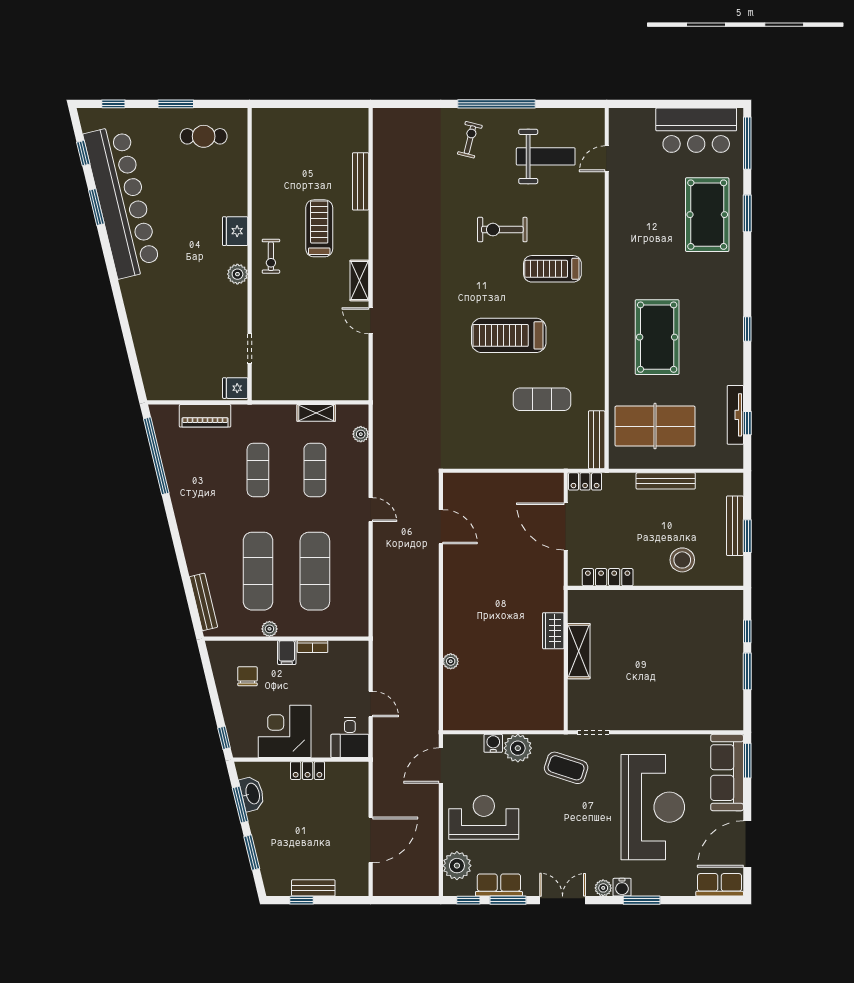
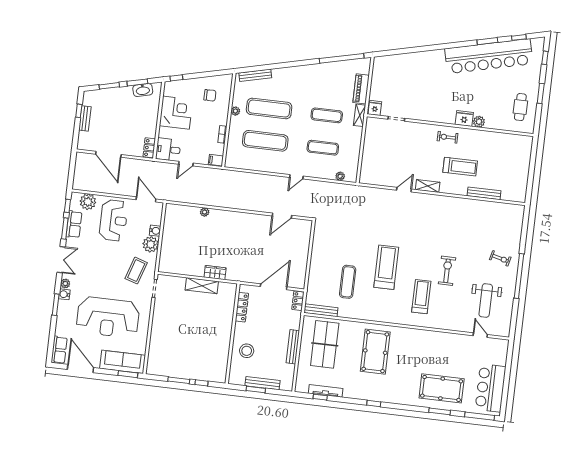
plant: (237, 274) -> (479, 122), moved
pool table: (657, 337) -> (375, 352), turned 90
shelving: (316, 413) -> (360, 115), moved
filing cabinet: (287, 653) -> (216, 160), moved
locker: (308, 771) -> (149, 148), moved

